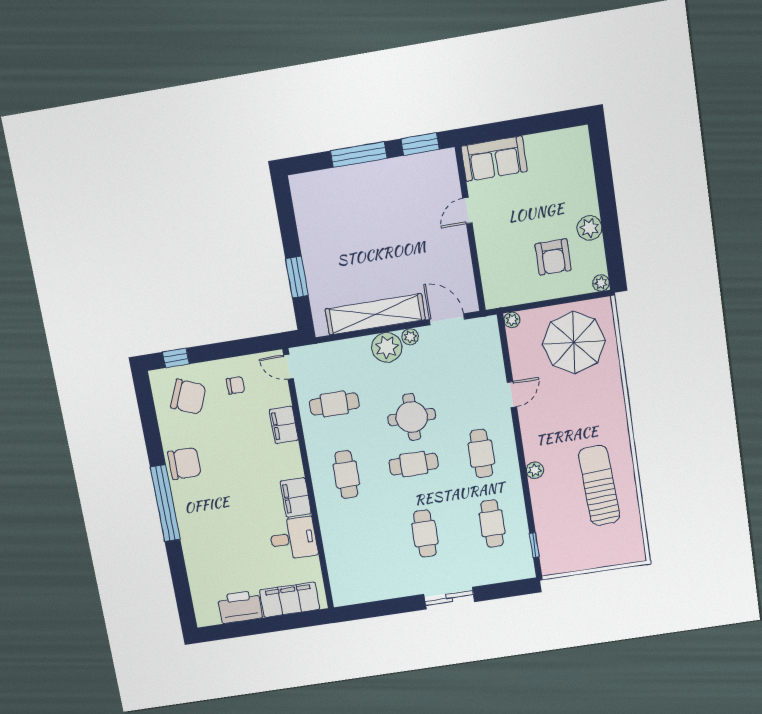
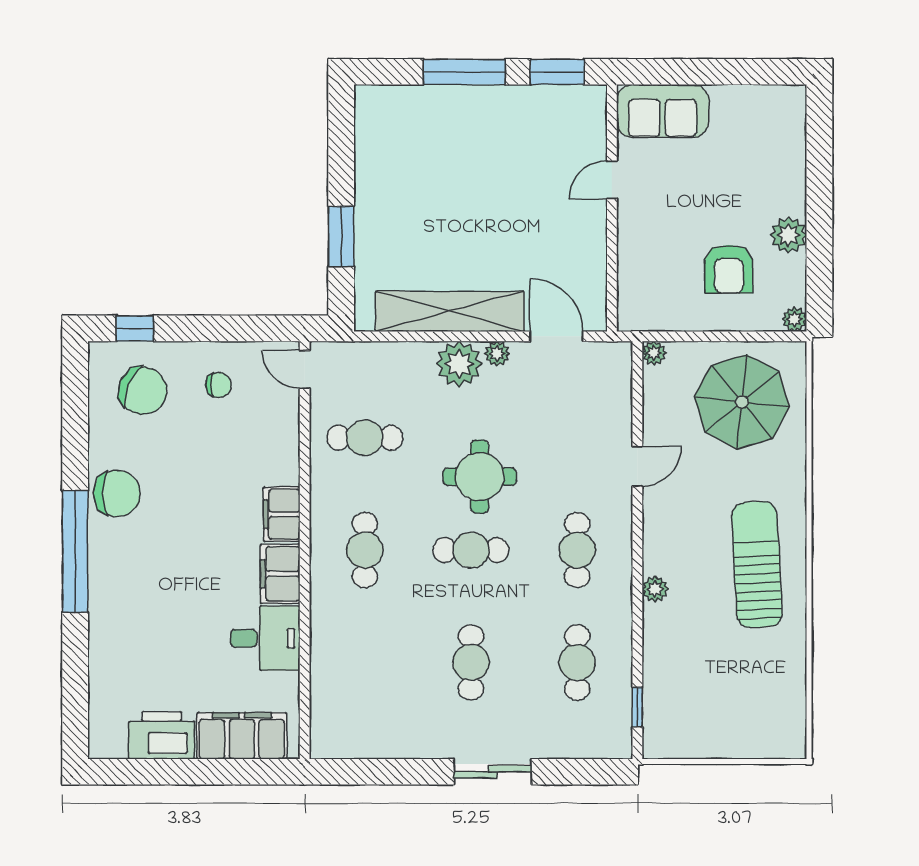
filing cabinet: (284, 425) -> (282, 514), moved
sun lounger: (599, 486) -> (757, 565), moved

